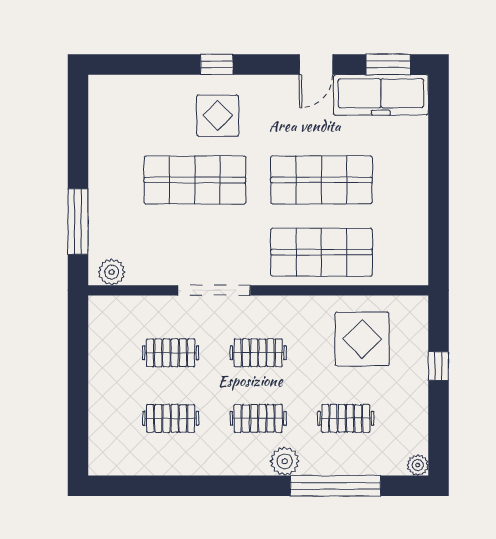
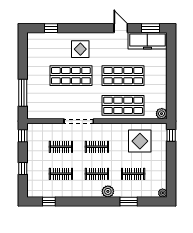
window: (217, 64) -> (51, 28), moved
door: (316, 64) -> (121, 28), swing flipped
plant: (112, 272) -> (162, 114), moved
window: (78, 326) -> (23, 136), added
window: (438, 366) -> (171, 135), moved
window: (78, 406) -> (23, 169), added
window: (141, 486) -> (49, 202), added
window: (335, 486) -> (129, 202), width x0.47

